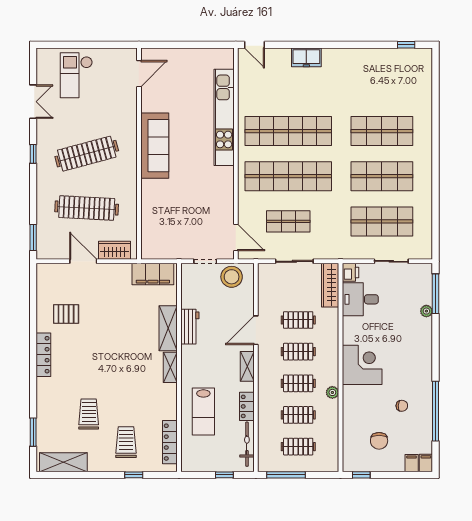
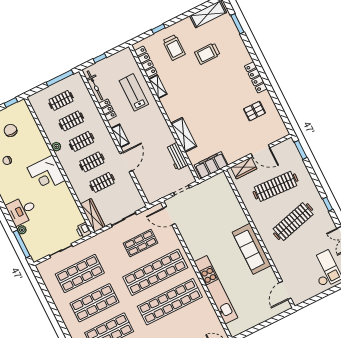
stool: (232, 277) -> (159, 189), removed
desk: (360, 299) -> (22, 210), moved, turned 180
workbench: (190, 327) -> (177, 156), moved
shelving: (170, 367) -> (158, 87), moved
trolley: (89, 414) -> (207, 54), turned 90

